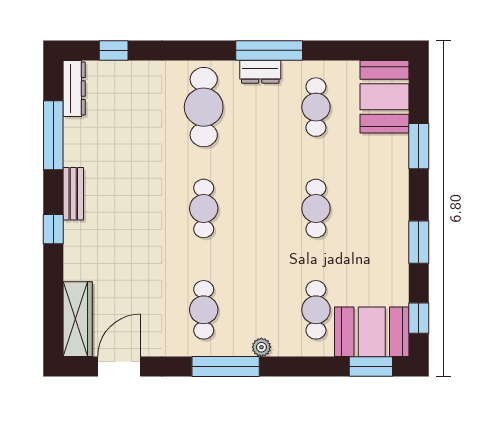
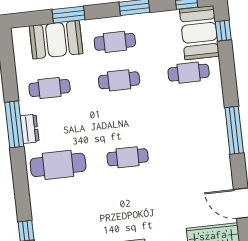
booth: (384, 97) -> (56, 40), moved
cafe table: (204, 310) -> (115, 42), moved
plant: (261, 347) -> (218, 107), removed
window: (371, 366) -> (223, 31), width x0.67

